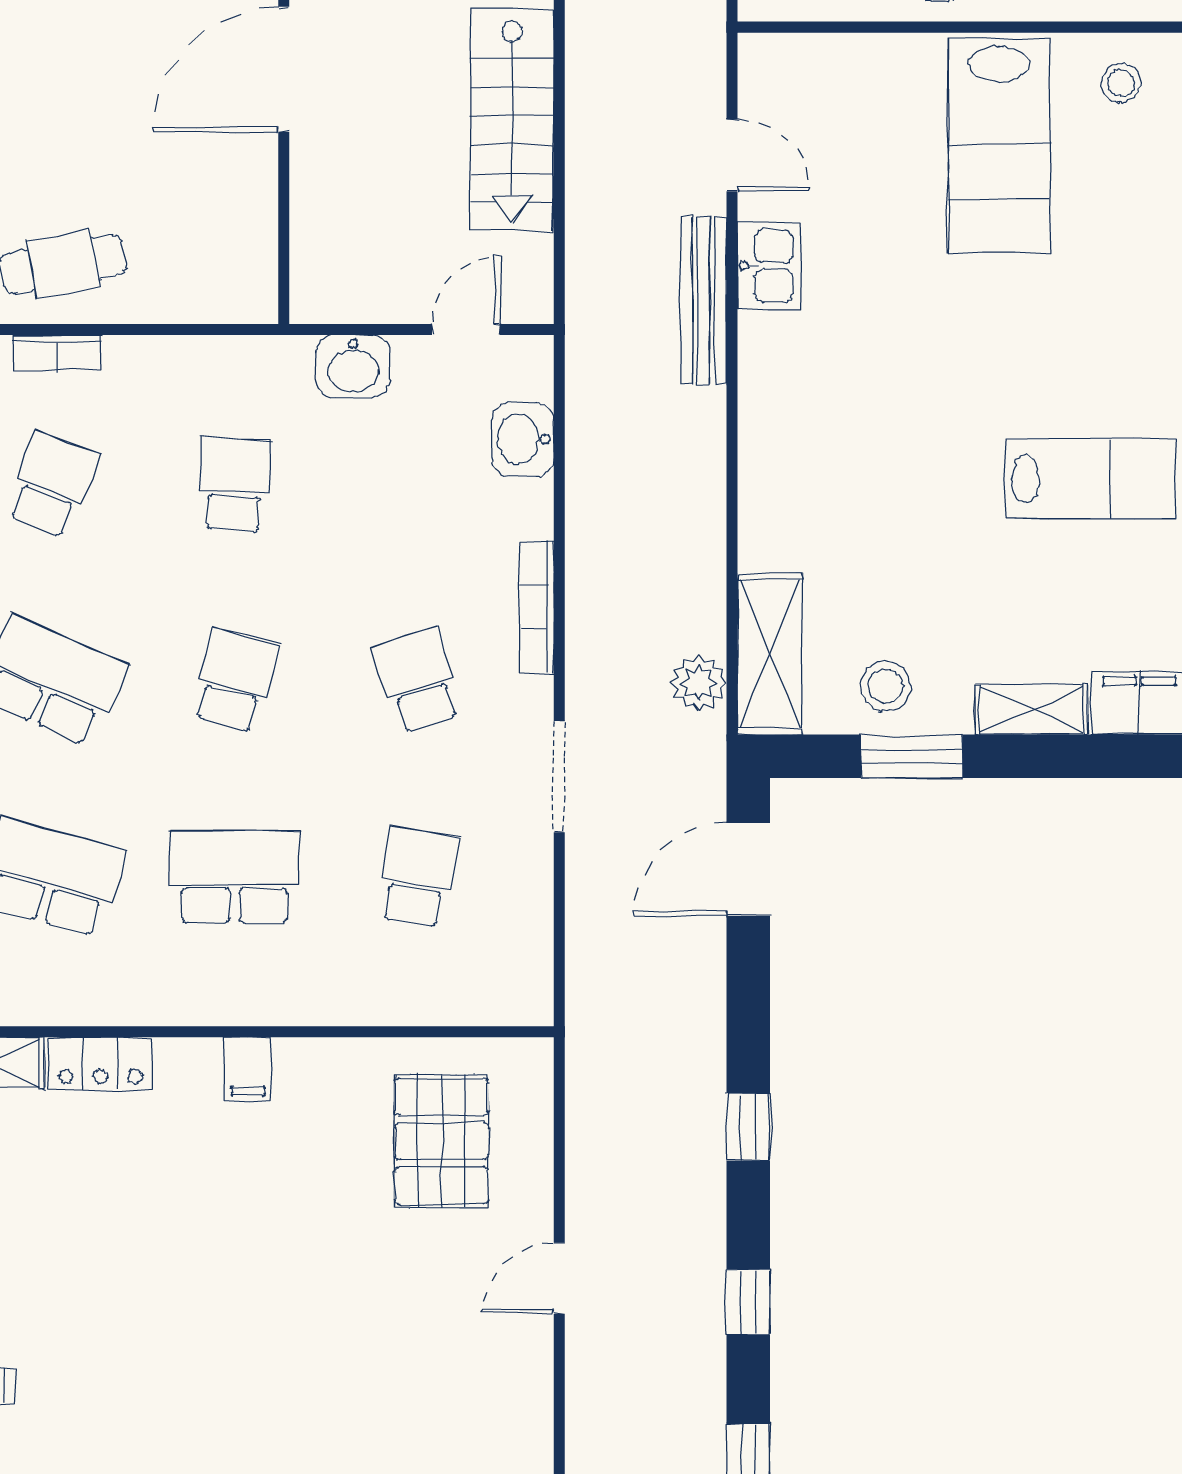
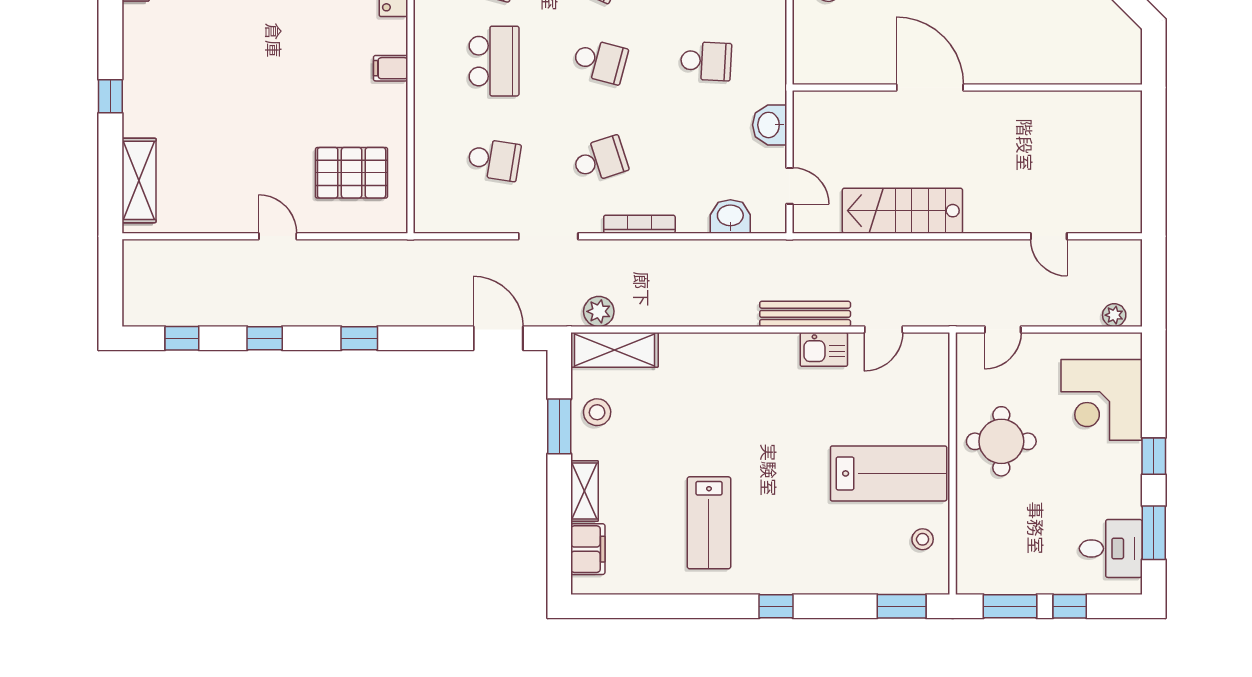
lab bench: (999, 146) -> (889, 473), turned 180

